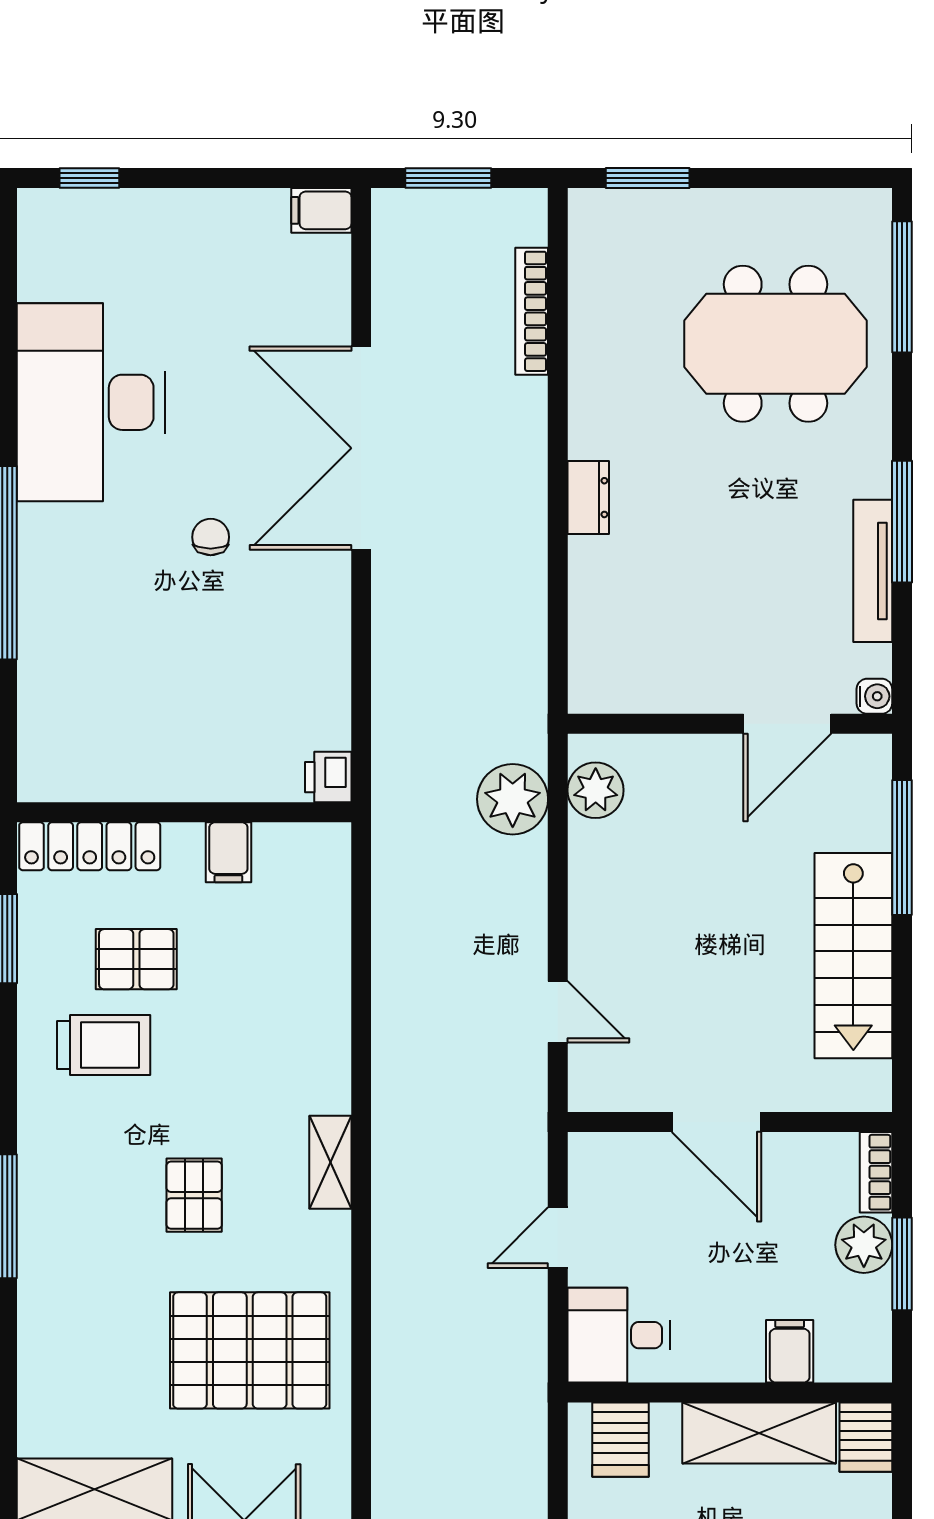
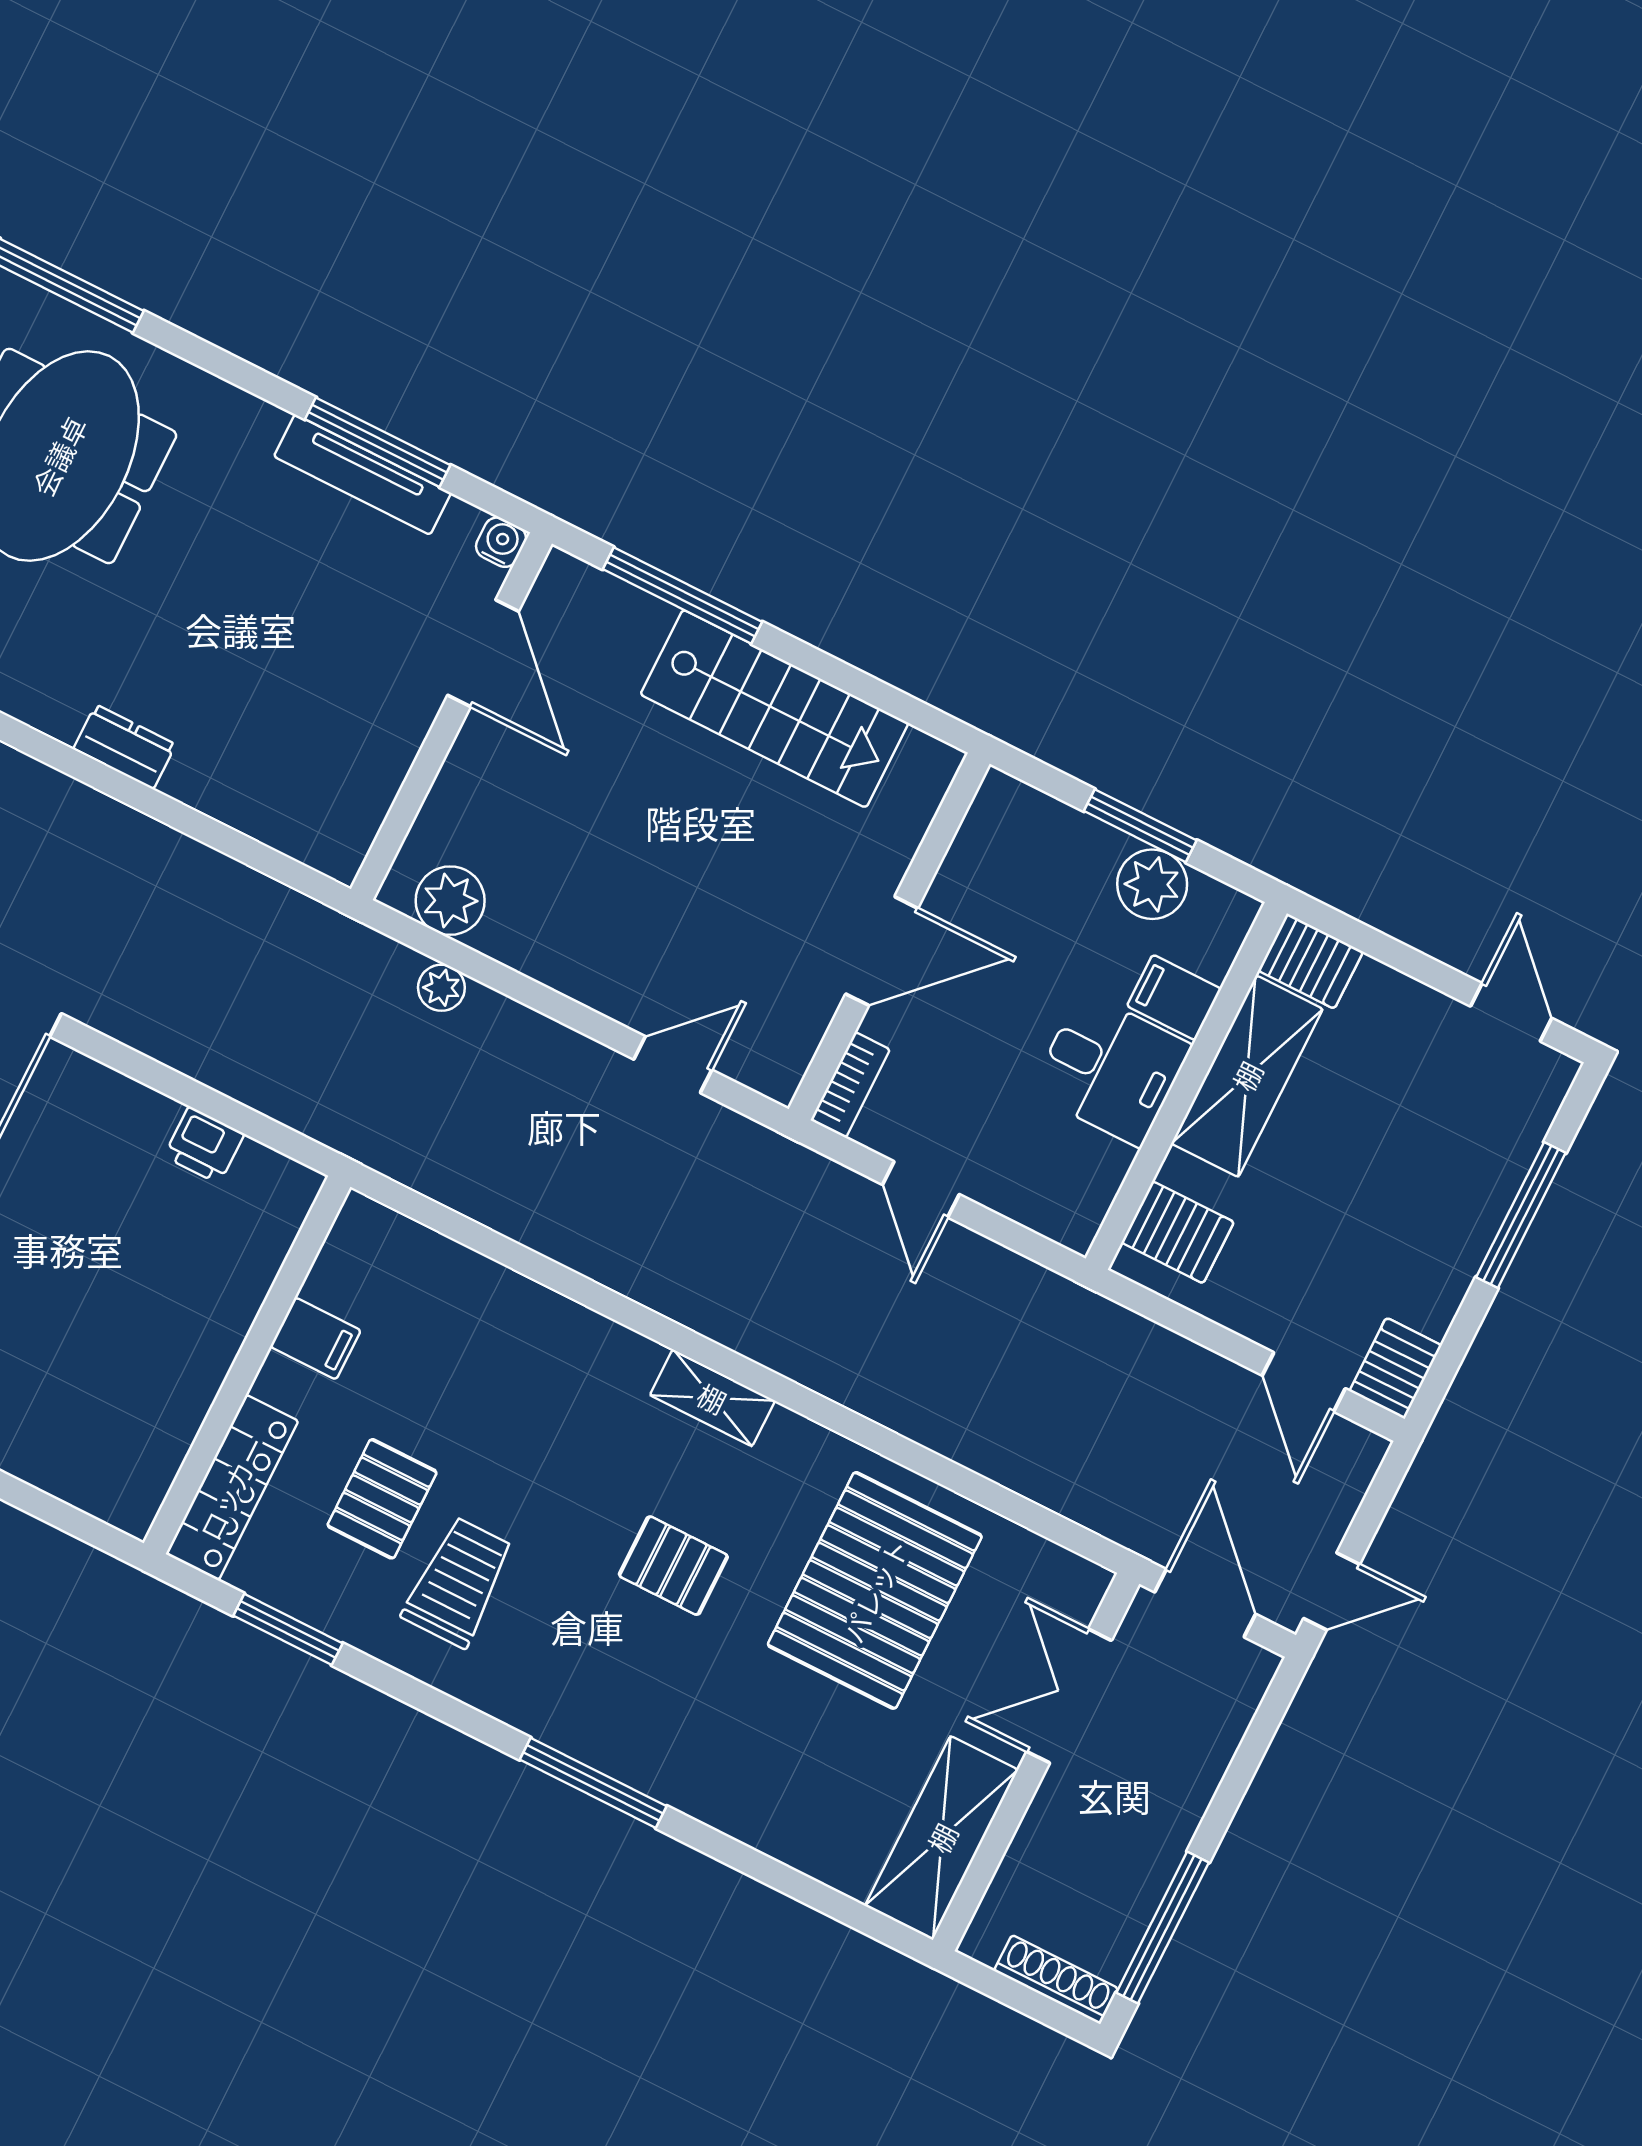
window: (902, 522) -> (378, 442), moved
printer: (328, 777) -> (204, 1145), moved
plant: (513, 799) -> (441, 988), width x0.53, depth x0.53
bookcase: (876, 1172) -> (850, 1085), moved, turned -90
plant: (864, 1245) -> (1152, 884), moved
desk: (619, 1335) -> (1111, 1069), moved, turned -90

